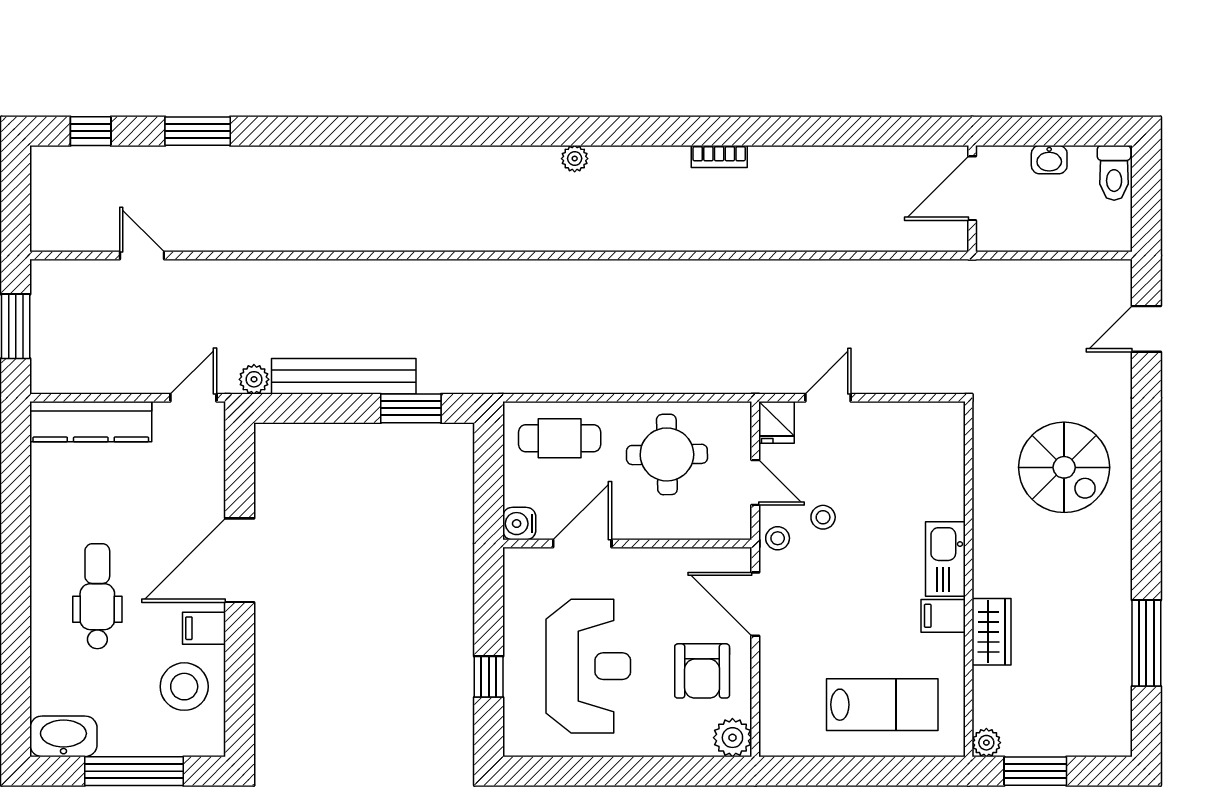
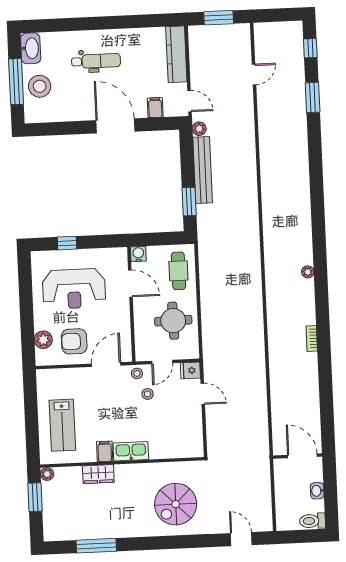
filing cabinet: (204, 628) -> (155, 108), moved
stool: (184, 687) -> (40, 86), moved
plant: (732, 738) -> (43, 340), moved

